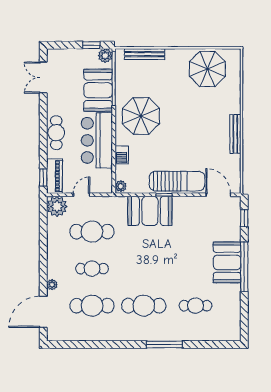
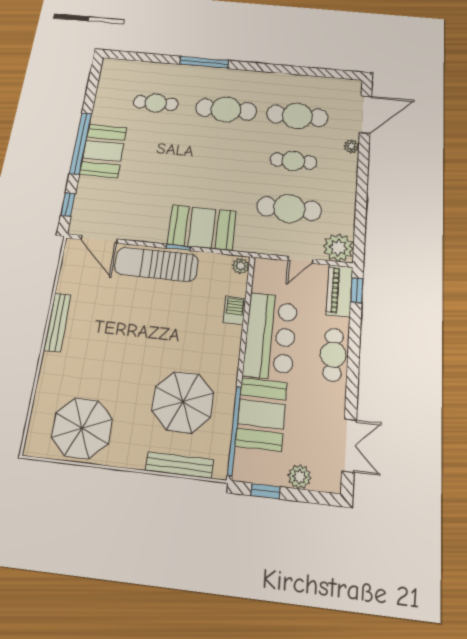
plant: (105, 56) -> (299, 477), moved
parasol: (141, 116) -> (183, 402), moved

